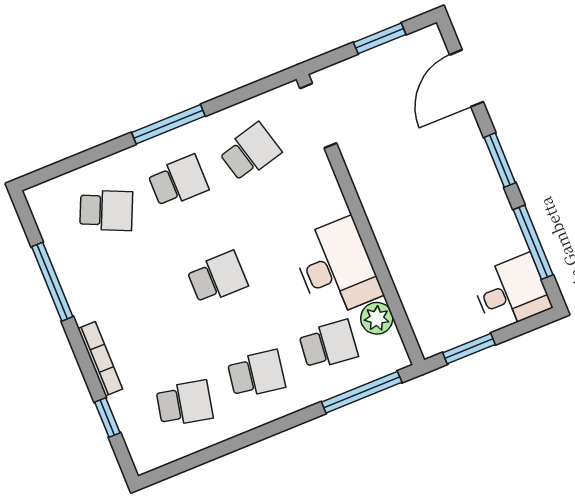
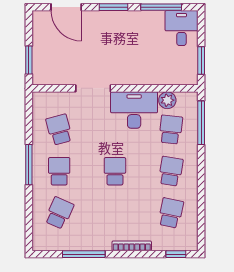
window: (380, 38) -> (29, 60), moved
doorway: (318, 116) -> (93, 88), moved
window: (107, 418) -> (176, 254), moved

